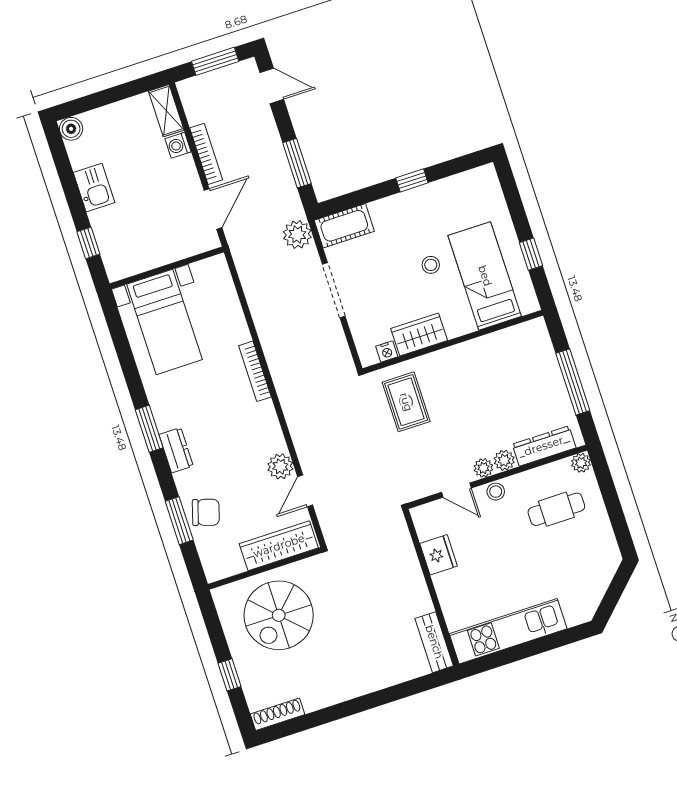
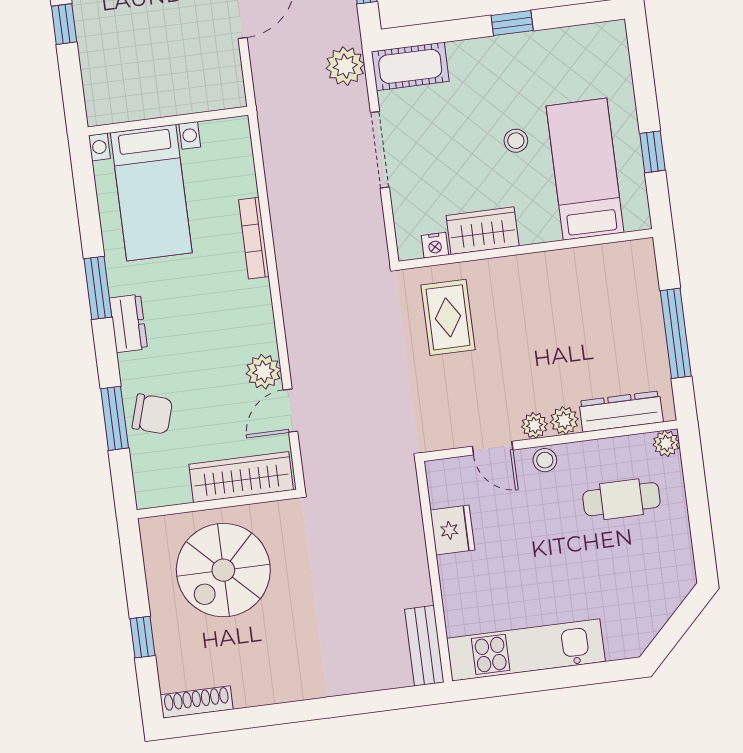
wall: (167, 268) -> (168, 121), moved
bed with nightstands: (164, 322) -> (151, 193), moved

